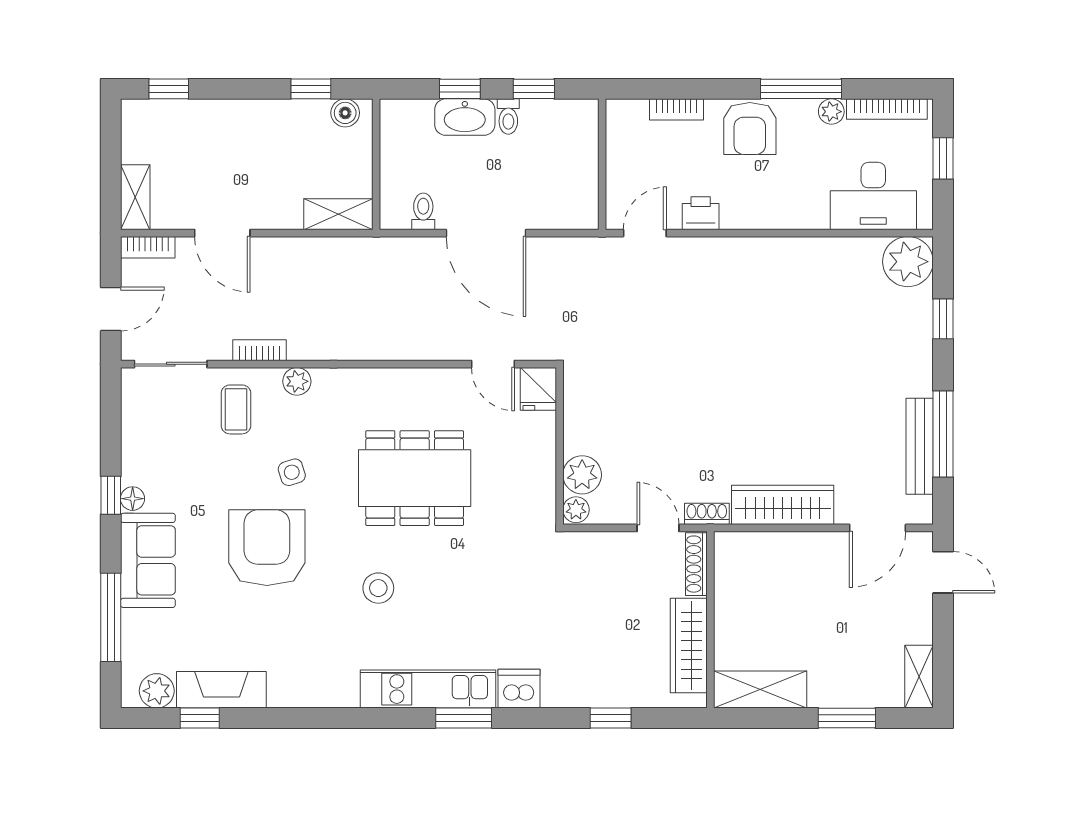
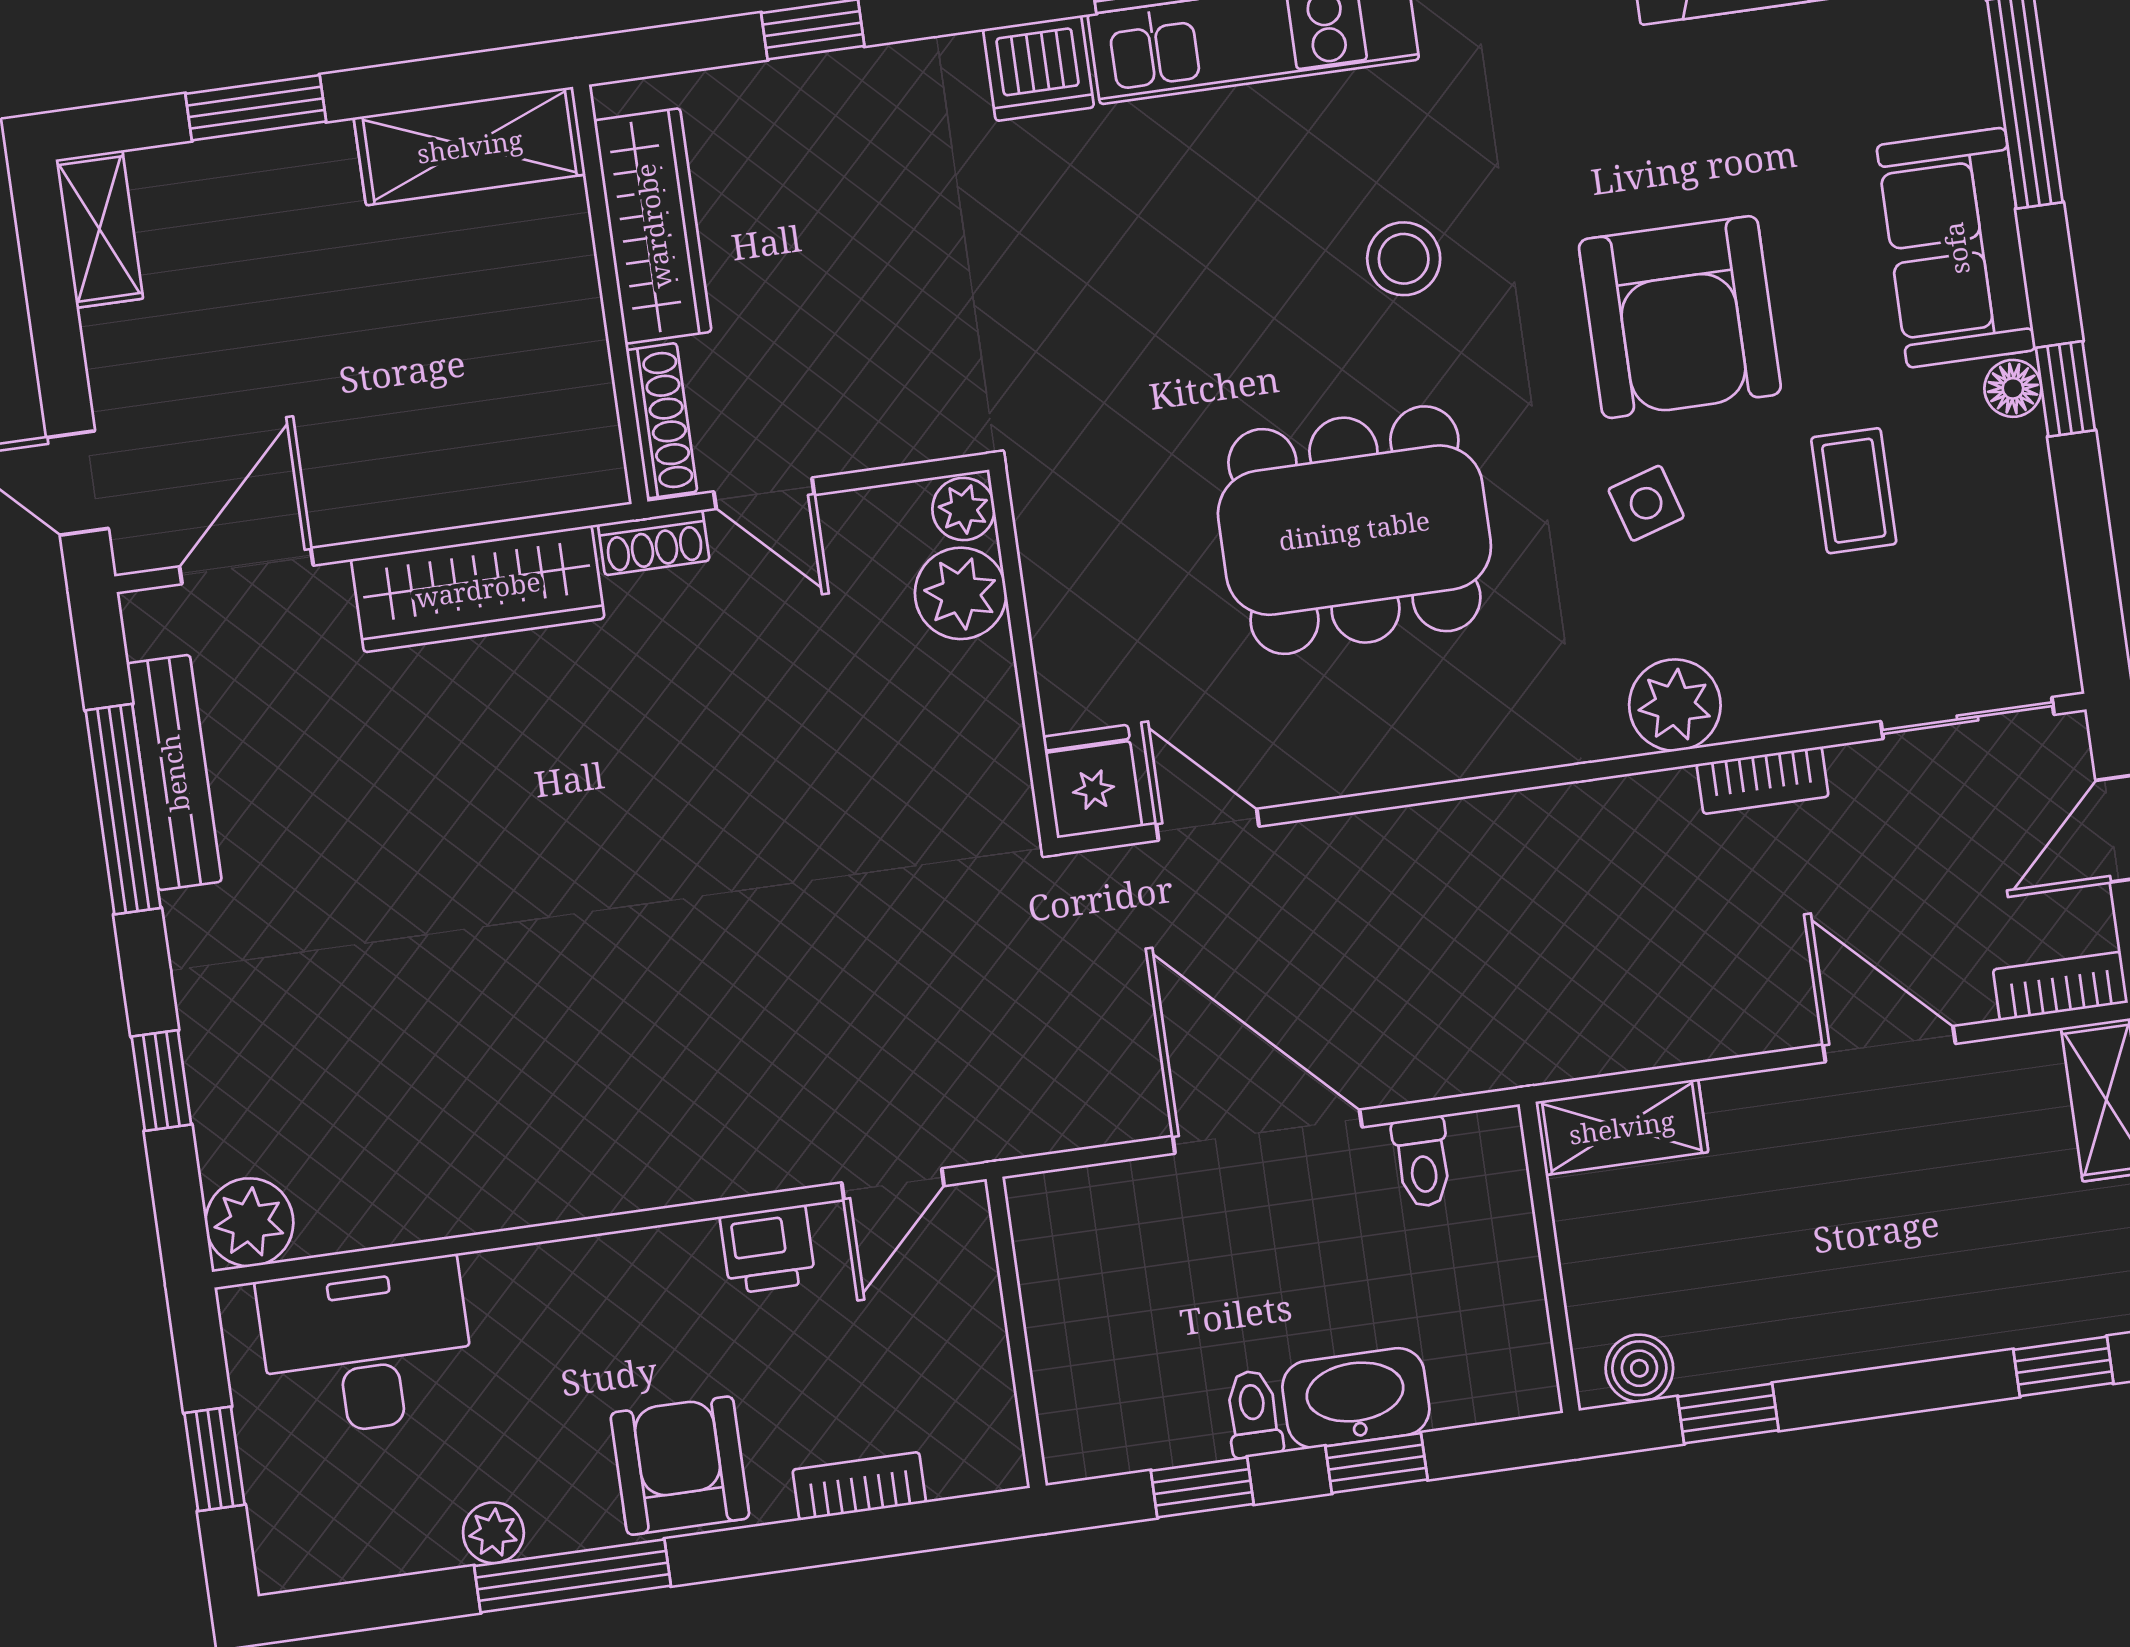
bookcase: (887, 109) -> (363, 1557), removed
plant: (908, 262) -> (249, 1222), width x0.73, depth x0.73
plant: (297, 381) -> (1675, 705), width x1.38, depth x1.38
coffee table: (236, 409) -> (1854, 491), moved

